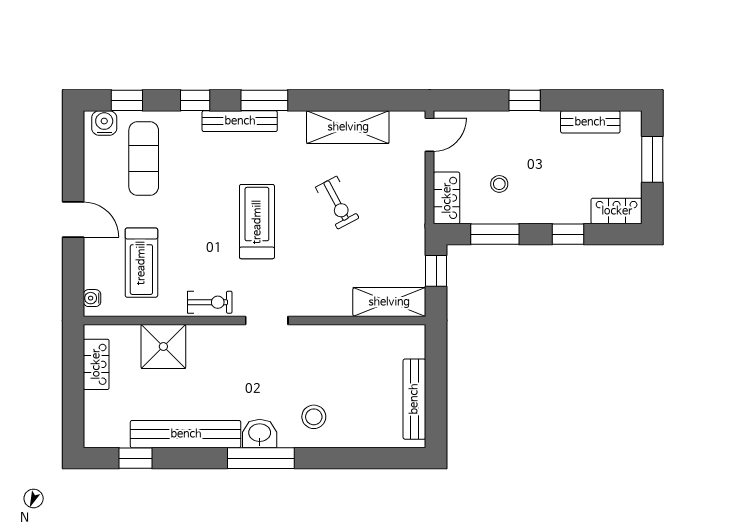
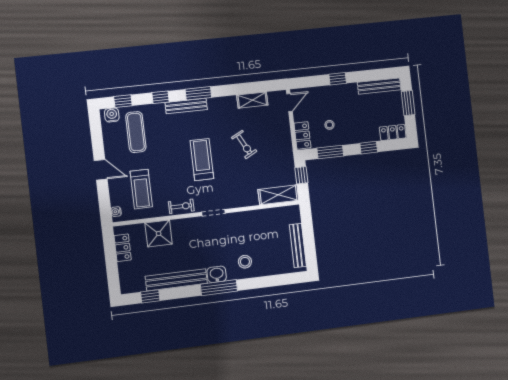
bench: (590, 122) -> (379, 86), width x1.36
shelving: (348, 127) -> (252, 100), width x0.67, depth x0.75

